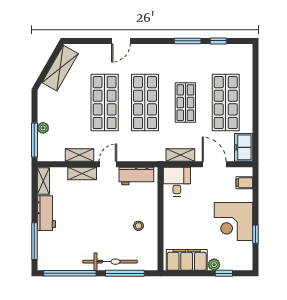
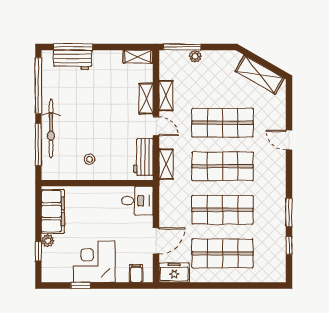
shop shelf: (185, 103) -> (223, 210), width x1.43, depth x1.36
shelving: (180, 155) -> (166, 164), moved
workbench: (46, 213) -> (73, 60), moved

